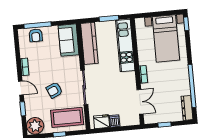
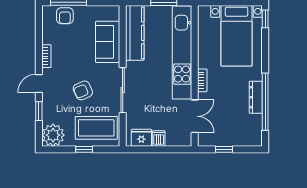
sofa: (69, 40) -> (108, 42), moved
kitchen unit: (125, 45) -> (182, 53), width x1.36
door: (21, 88) -> (39, 83), swing flipped
dresser: (187, 108) -> (256, 97), moved

